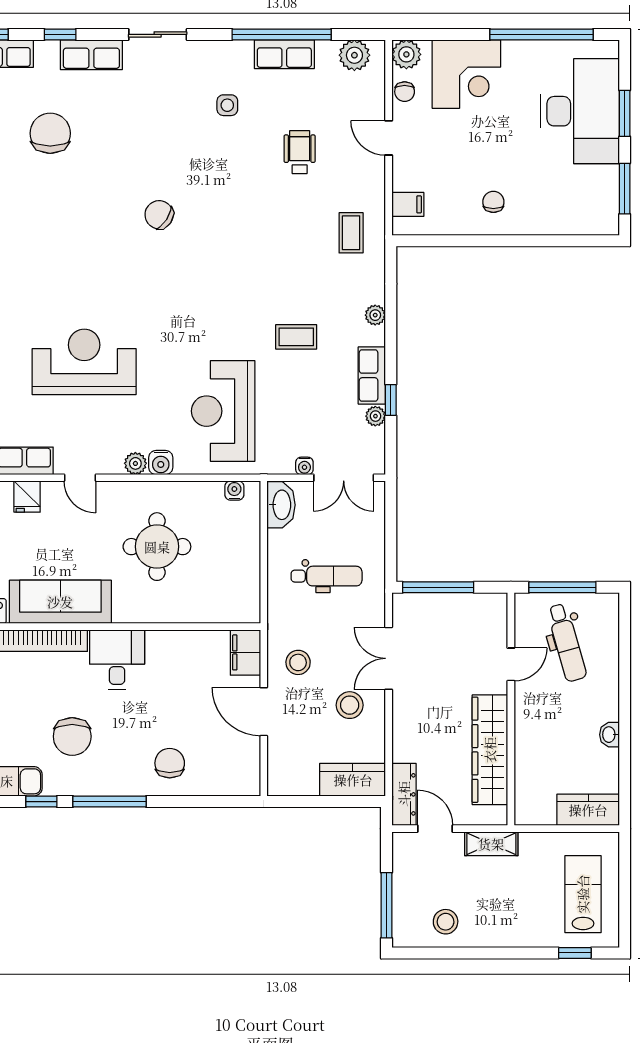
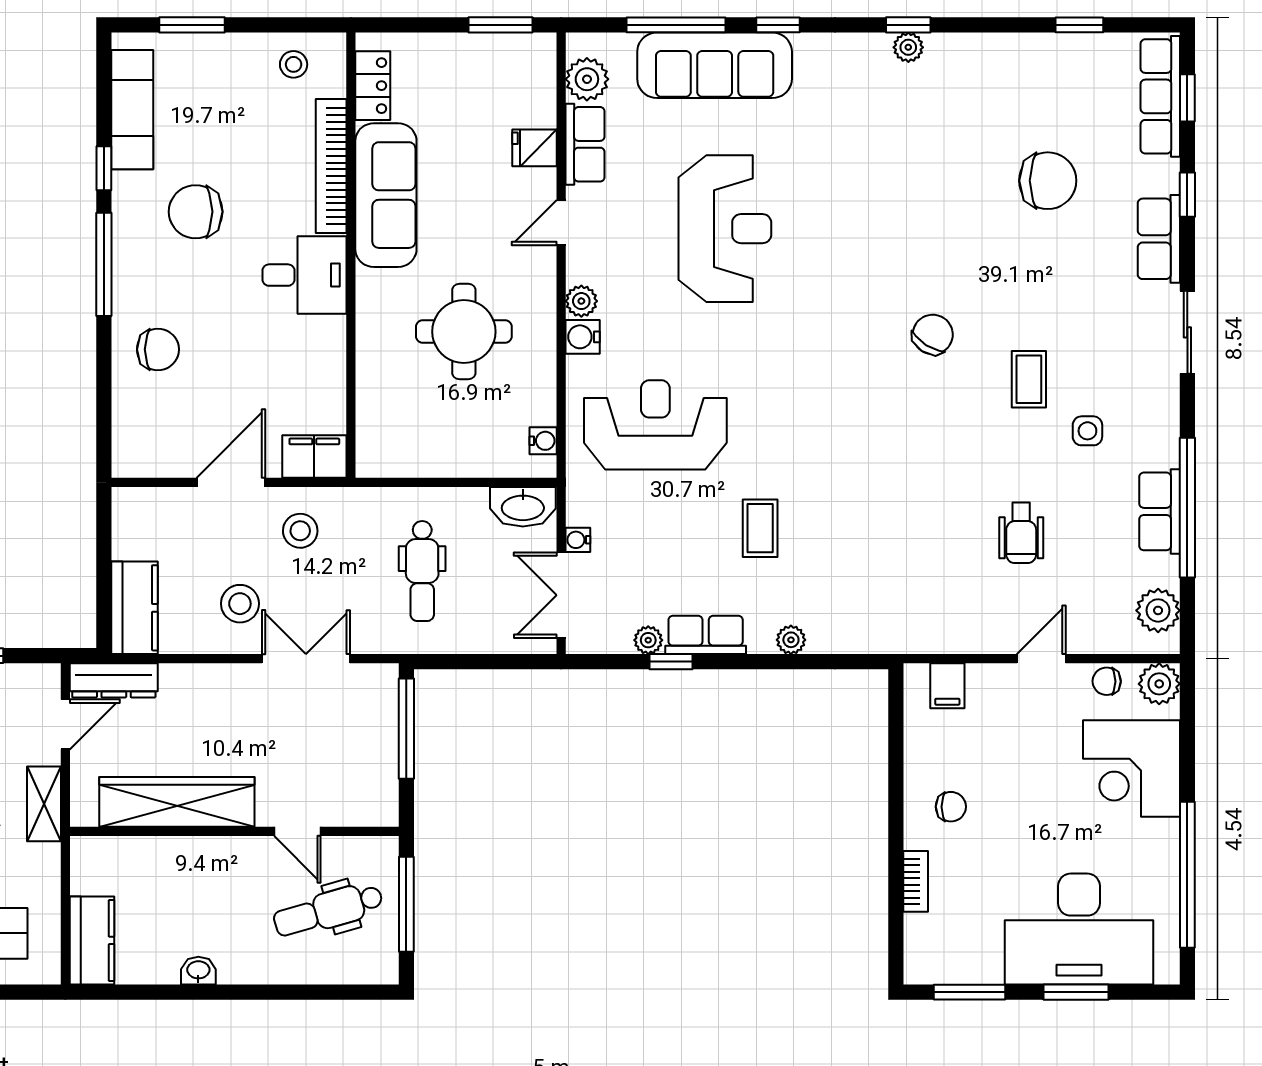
wheelchair: (300, 152) -> (1021, 533), turned 90
bookcase: (546, 227) -> (916, 881), added
coffee table: (351, 233) -> (1029, 379), moved, turned 90

